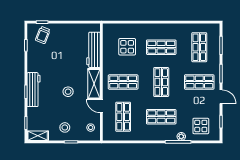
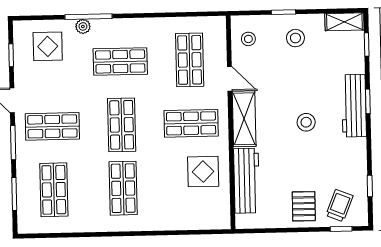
pallet: (62, 35) -> (304, 206), added
display table: (127, 47) -> (203, 172), moved
shop shelf: (161, 47) -> (123, 188), turned 90
stool: (68, 92) -> (306, 122), moved

